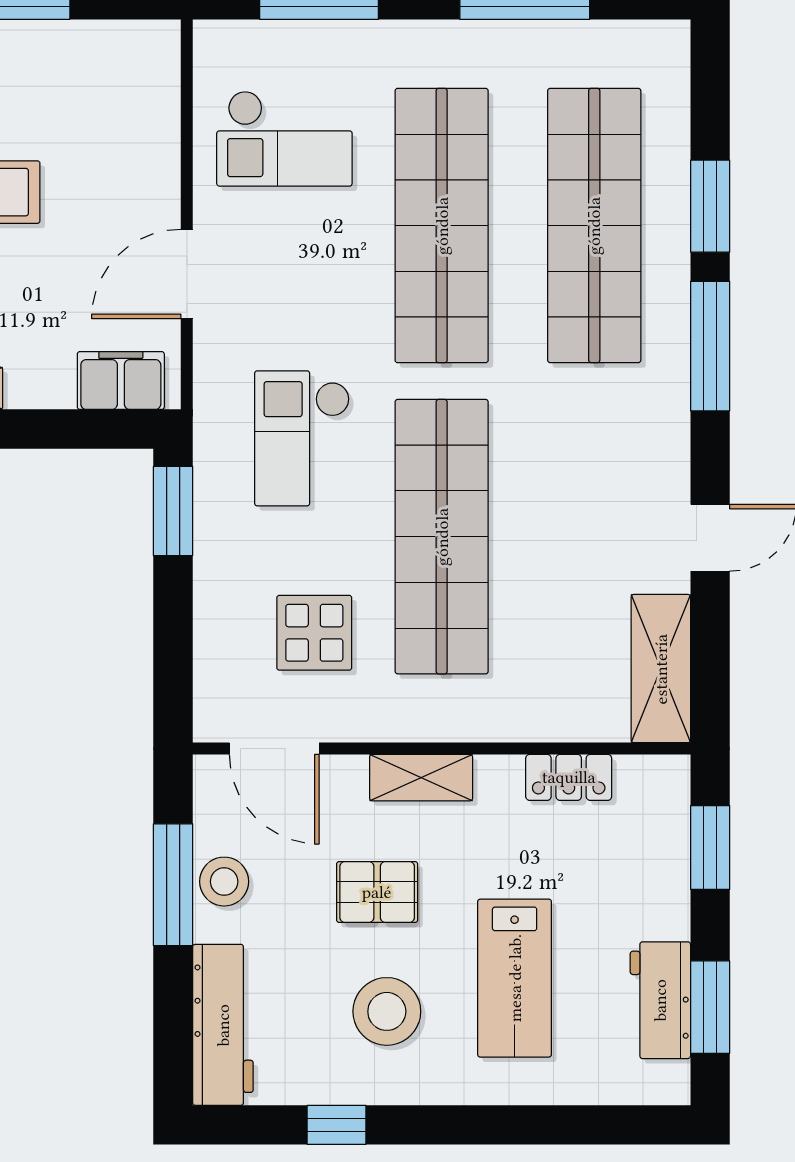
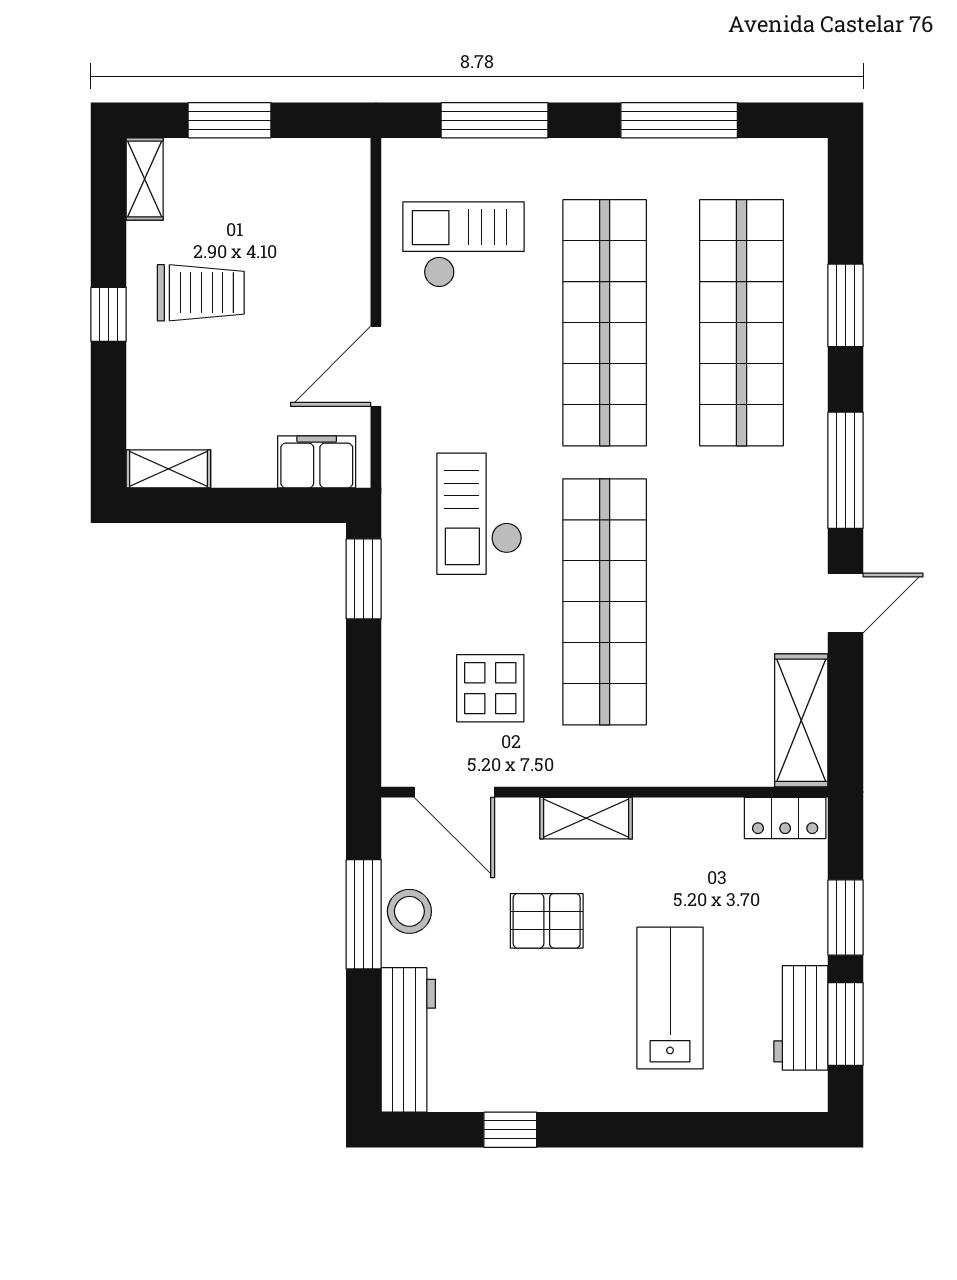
checkout: (284, 139) -> (464, 245), turned 180
window: (710, 346) -> (845, 470), moved
locker: (569, 777) -> (785, 818), moved
window: (710, 847) -> (845, 918), moved
lab bench: (515, 978) -> (670, 998), turned 180
stool: (387, 1011) -> (555, 1028), removed

